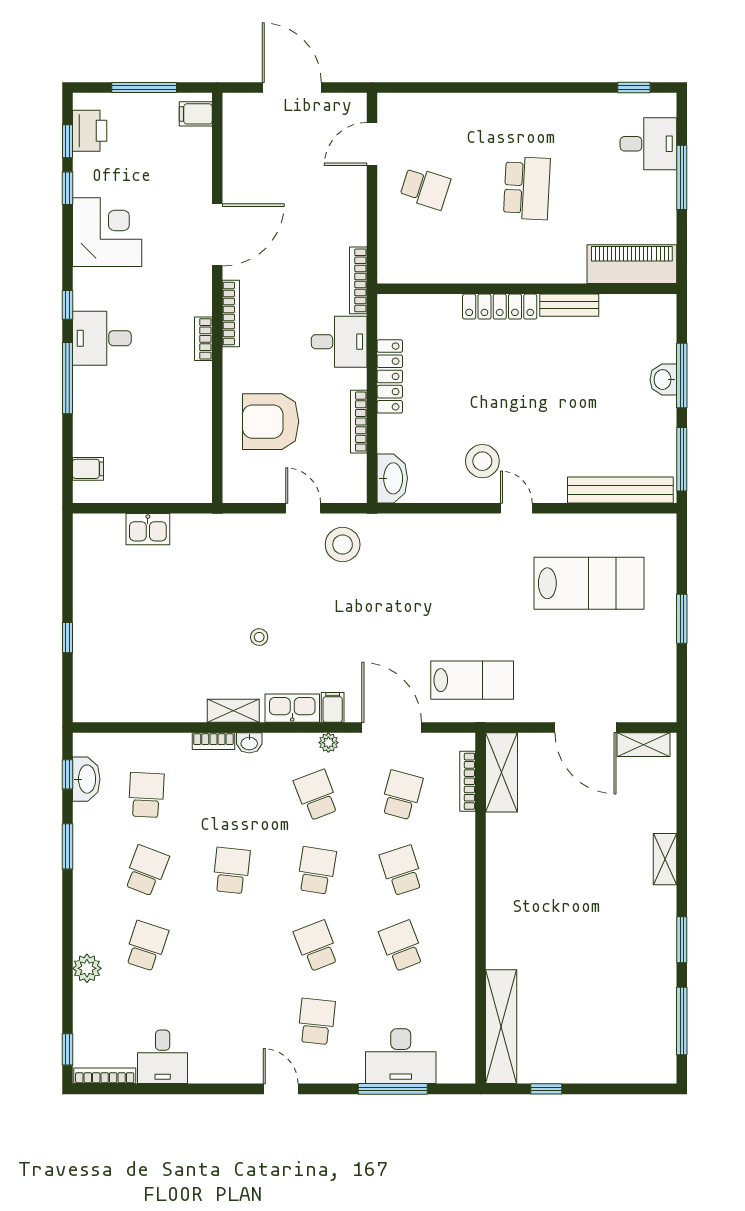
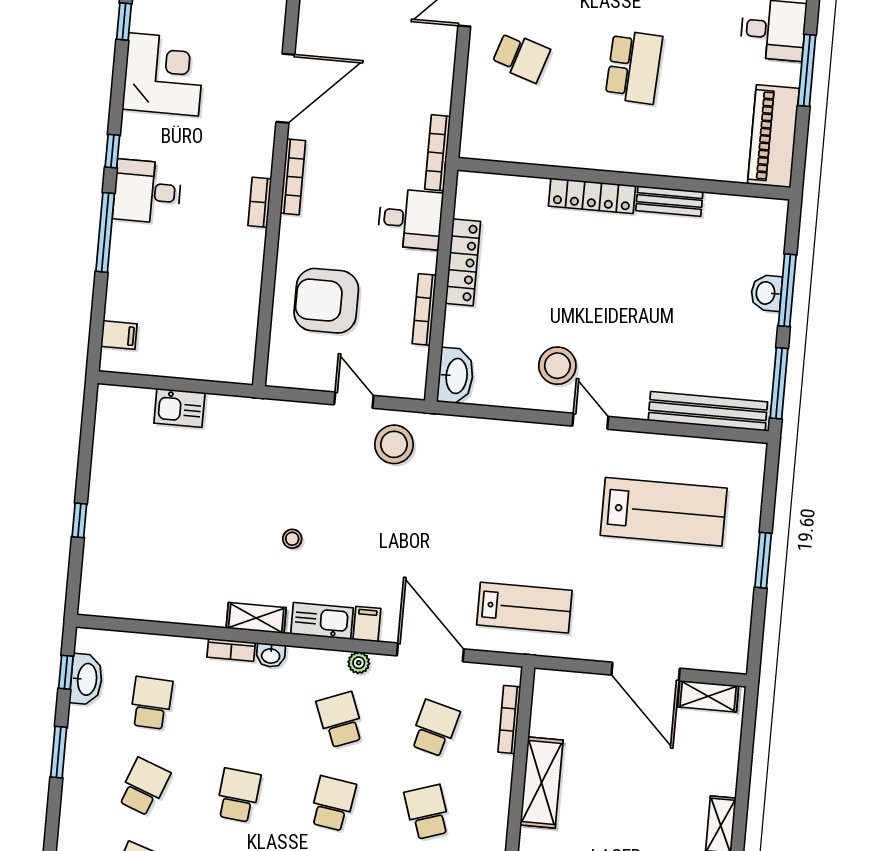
piano: (632, 264) -> (773, 136), moved, turned -90
shelving: (501, 772) -> (542, 782), moved

